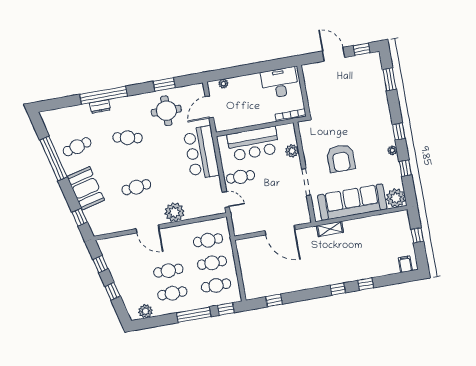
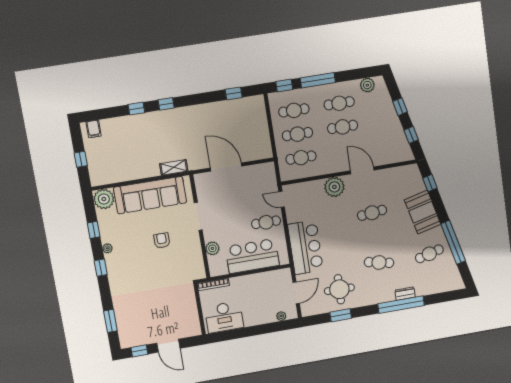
armchair: (341, 158) -> (162, 240), width x0.53, depth x0.53

